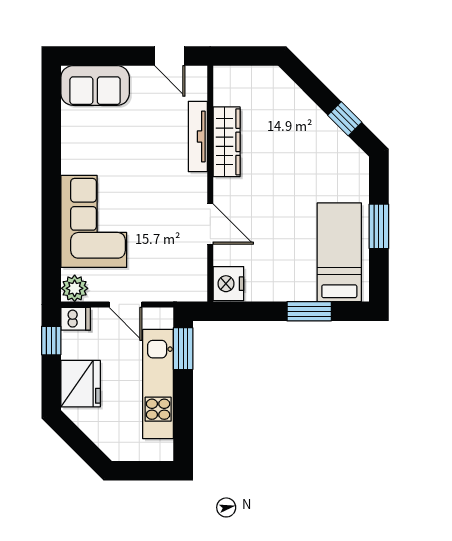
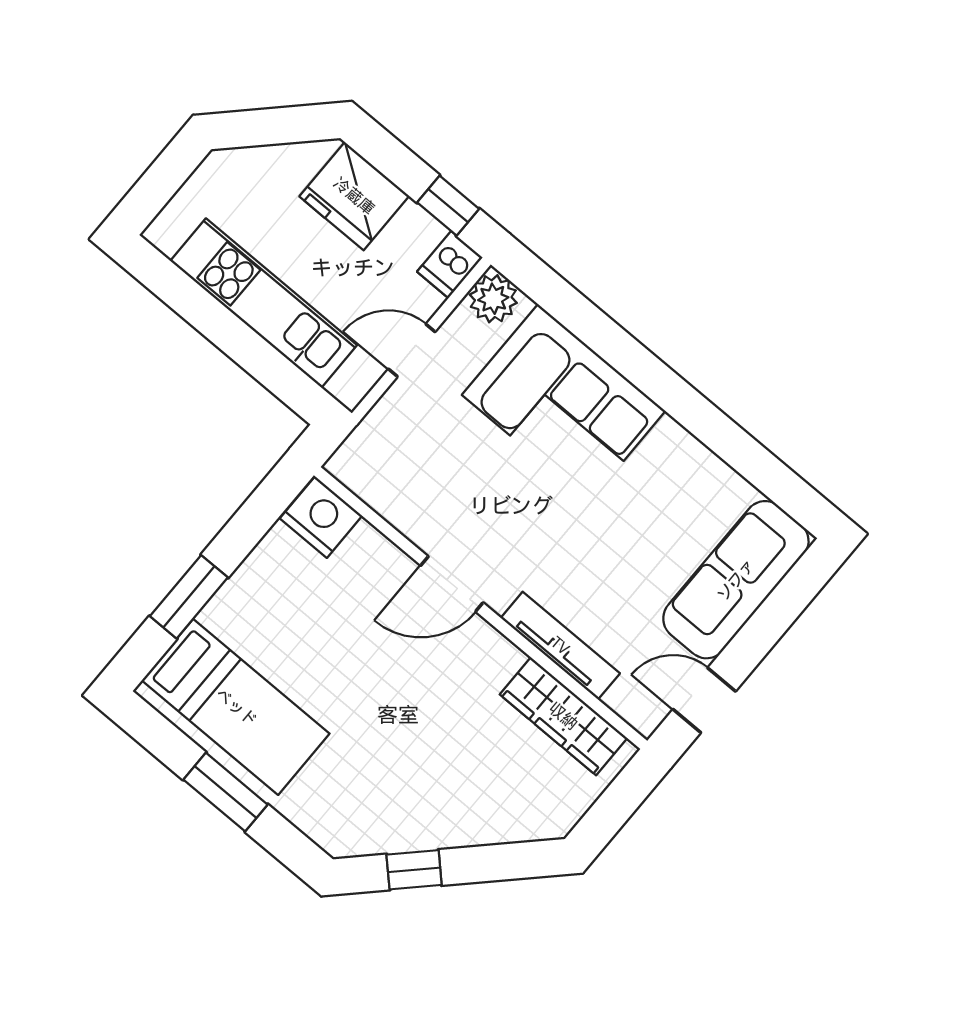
sofa: (95, 86) -> (736, 580), width x1.36
wardrobe: (227, 142) -> (563, 716), moved
door: (210, 224) -> (452, 584), moved
window: (183, 349) -> (284, 379), removed

